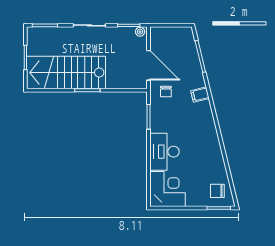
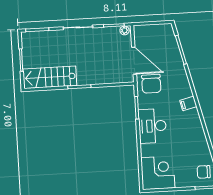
stairs: (66, 73) -> (50, 77), width x0.73, depth x0.66
chair: (166, 92) -> (151, 84), width x1.87, depth x1.87
filing cabinet: (200, 95) -> (188, 103), moved
desk: (164, 152) -> (152, 126), moved

